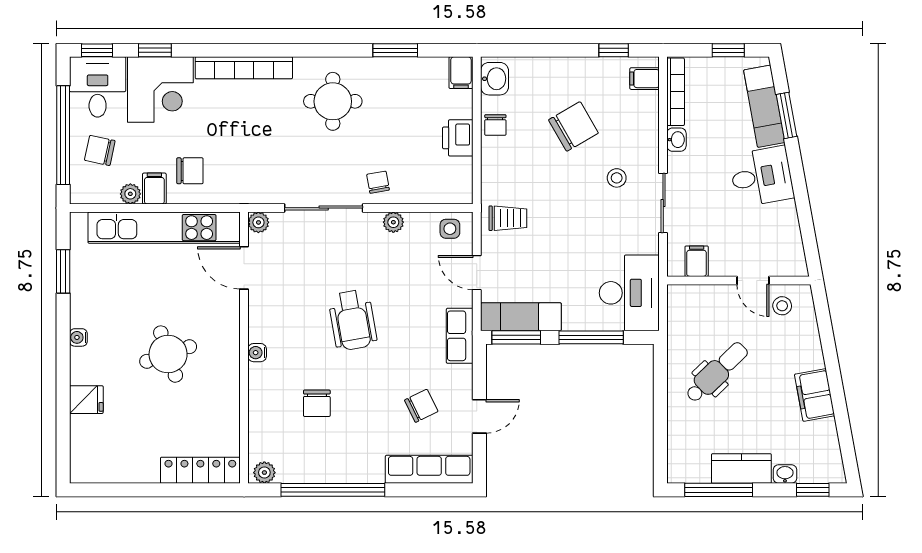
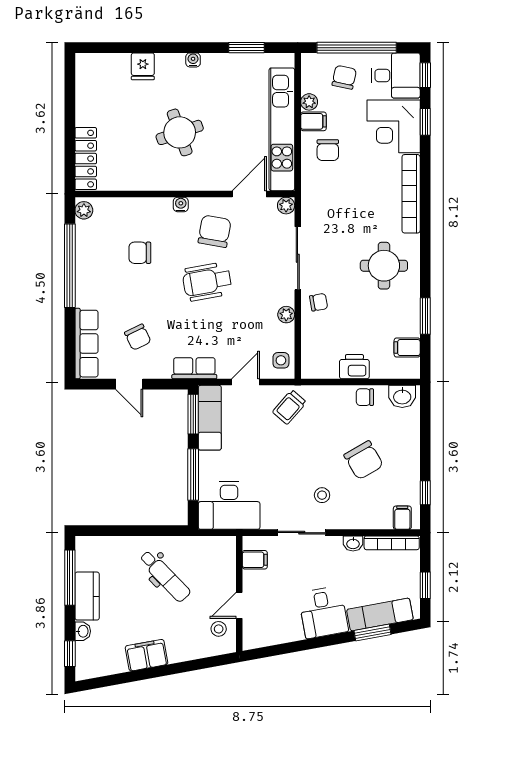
filing cabinet: (461, 73) -> (407, 348), moved
trolley: (508, 218) -> (289, 407), turned 41
chair: (290, 311) -> (215, 231), added

